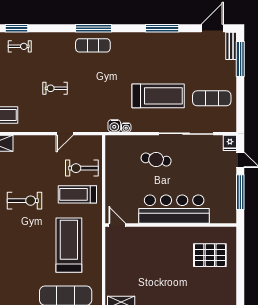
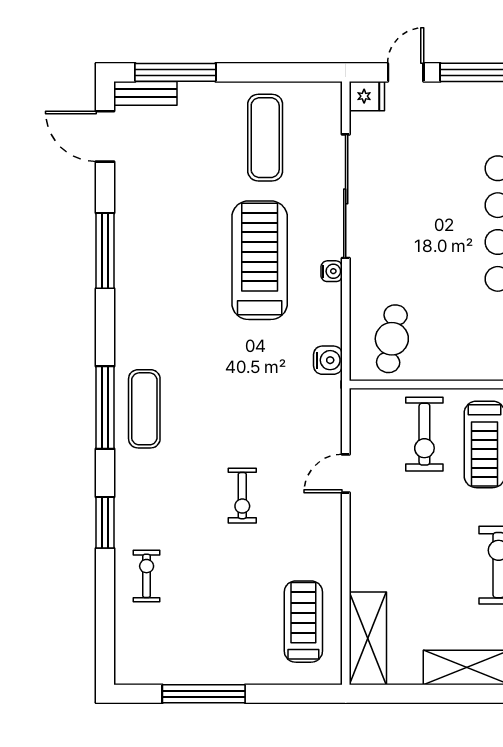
window: (17, 28) -> (105, 523), moved
water cooler: (126, 127) -> (332, 271), moved
door: (65, 134) -> (346, 473), swing flipped
cafe table: (156, 159) -> (392, 339), moved

